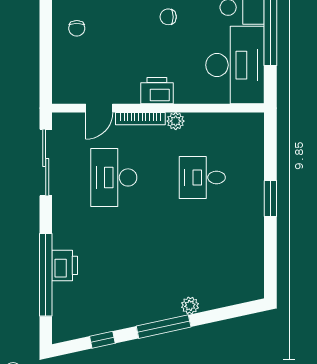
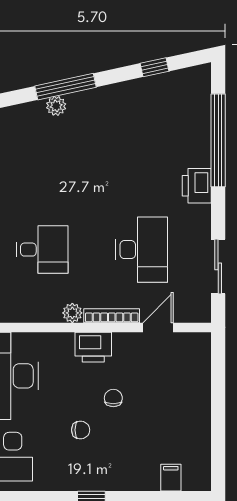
chair: (77, 28) -> (113, 398), moved
sliding door: (46, 163) -> (218, 266), width x0.73
printer: (65, 265) -> (197, 186), moved
window: (164, 327) -> (66, 87), moved

